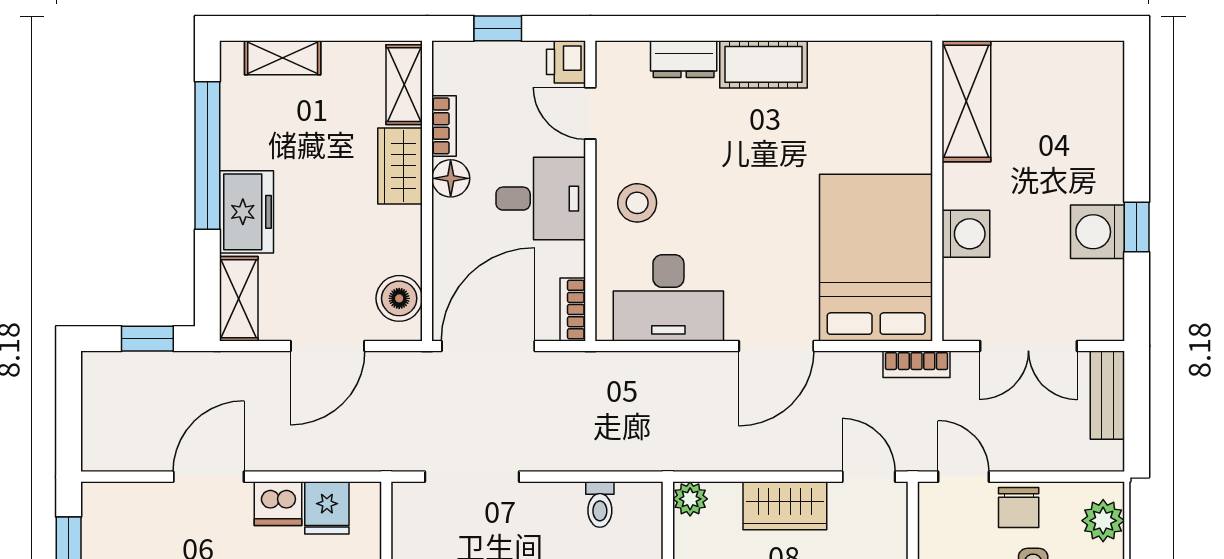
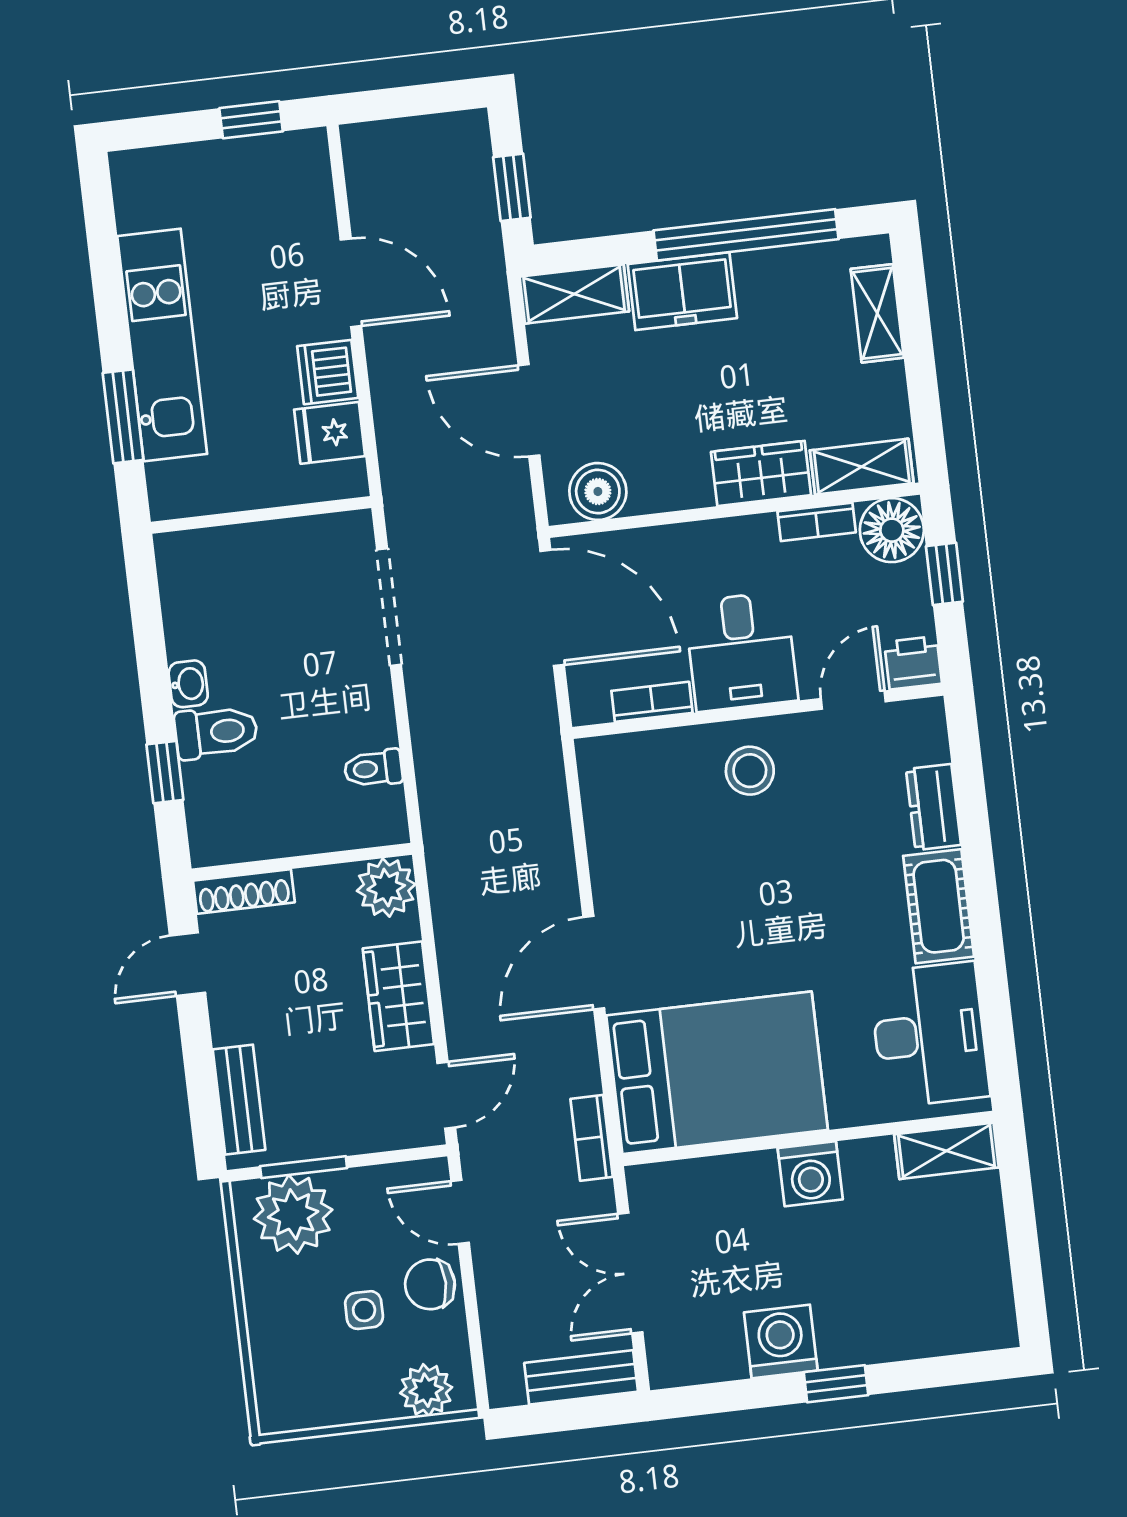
shelving: (966, 101) -> (947, 1151), width x0.67, depth x0.75
floor lamp: (451, 178) -> (892, 530), moved, width x1.38, depth x1.38
window: (1137, 227) -> (836, 1384), moved
washing machine: (966, 234) -> (810, 1174), moved
desk: (668, 298) -> (929, 1035), moved, turned 180
bookcase: (573, 310) -> (652, 702), moved
door: (776, 346) -> (594, 963), hinge flipped
door: (963, 477) -> (460, 1212), swing flipped
plant: (690, 499) -> (386, 888), width x1.38, depth x1.38

